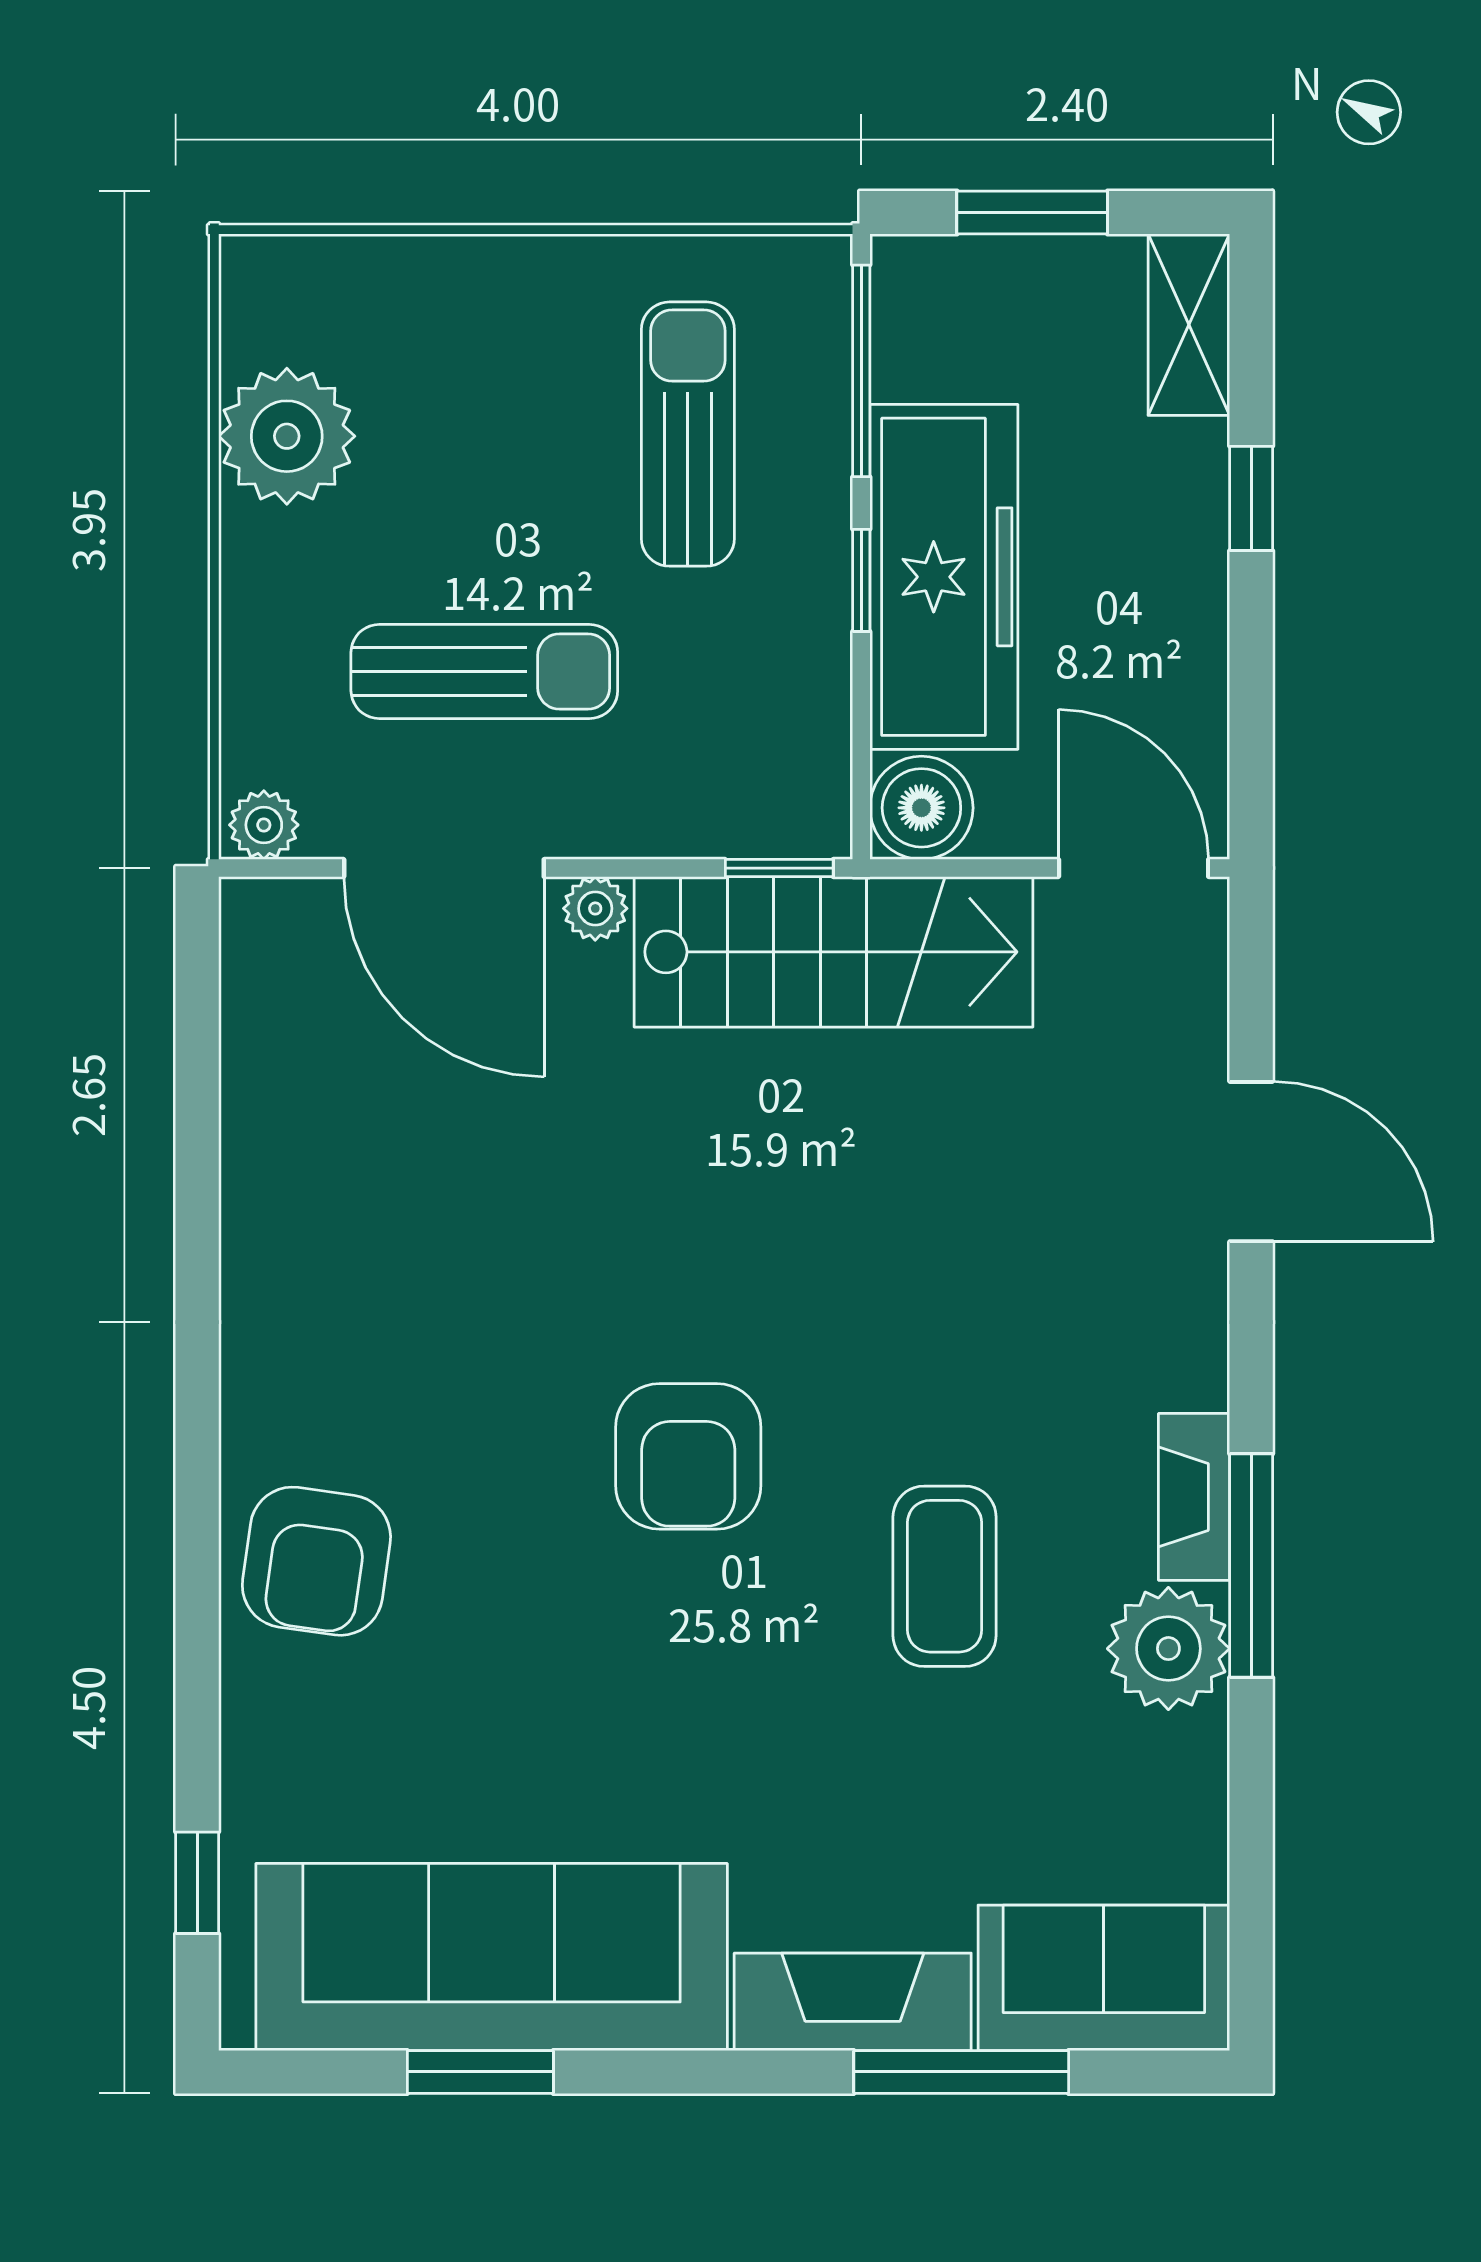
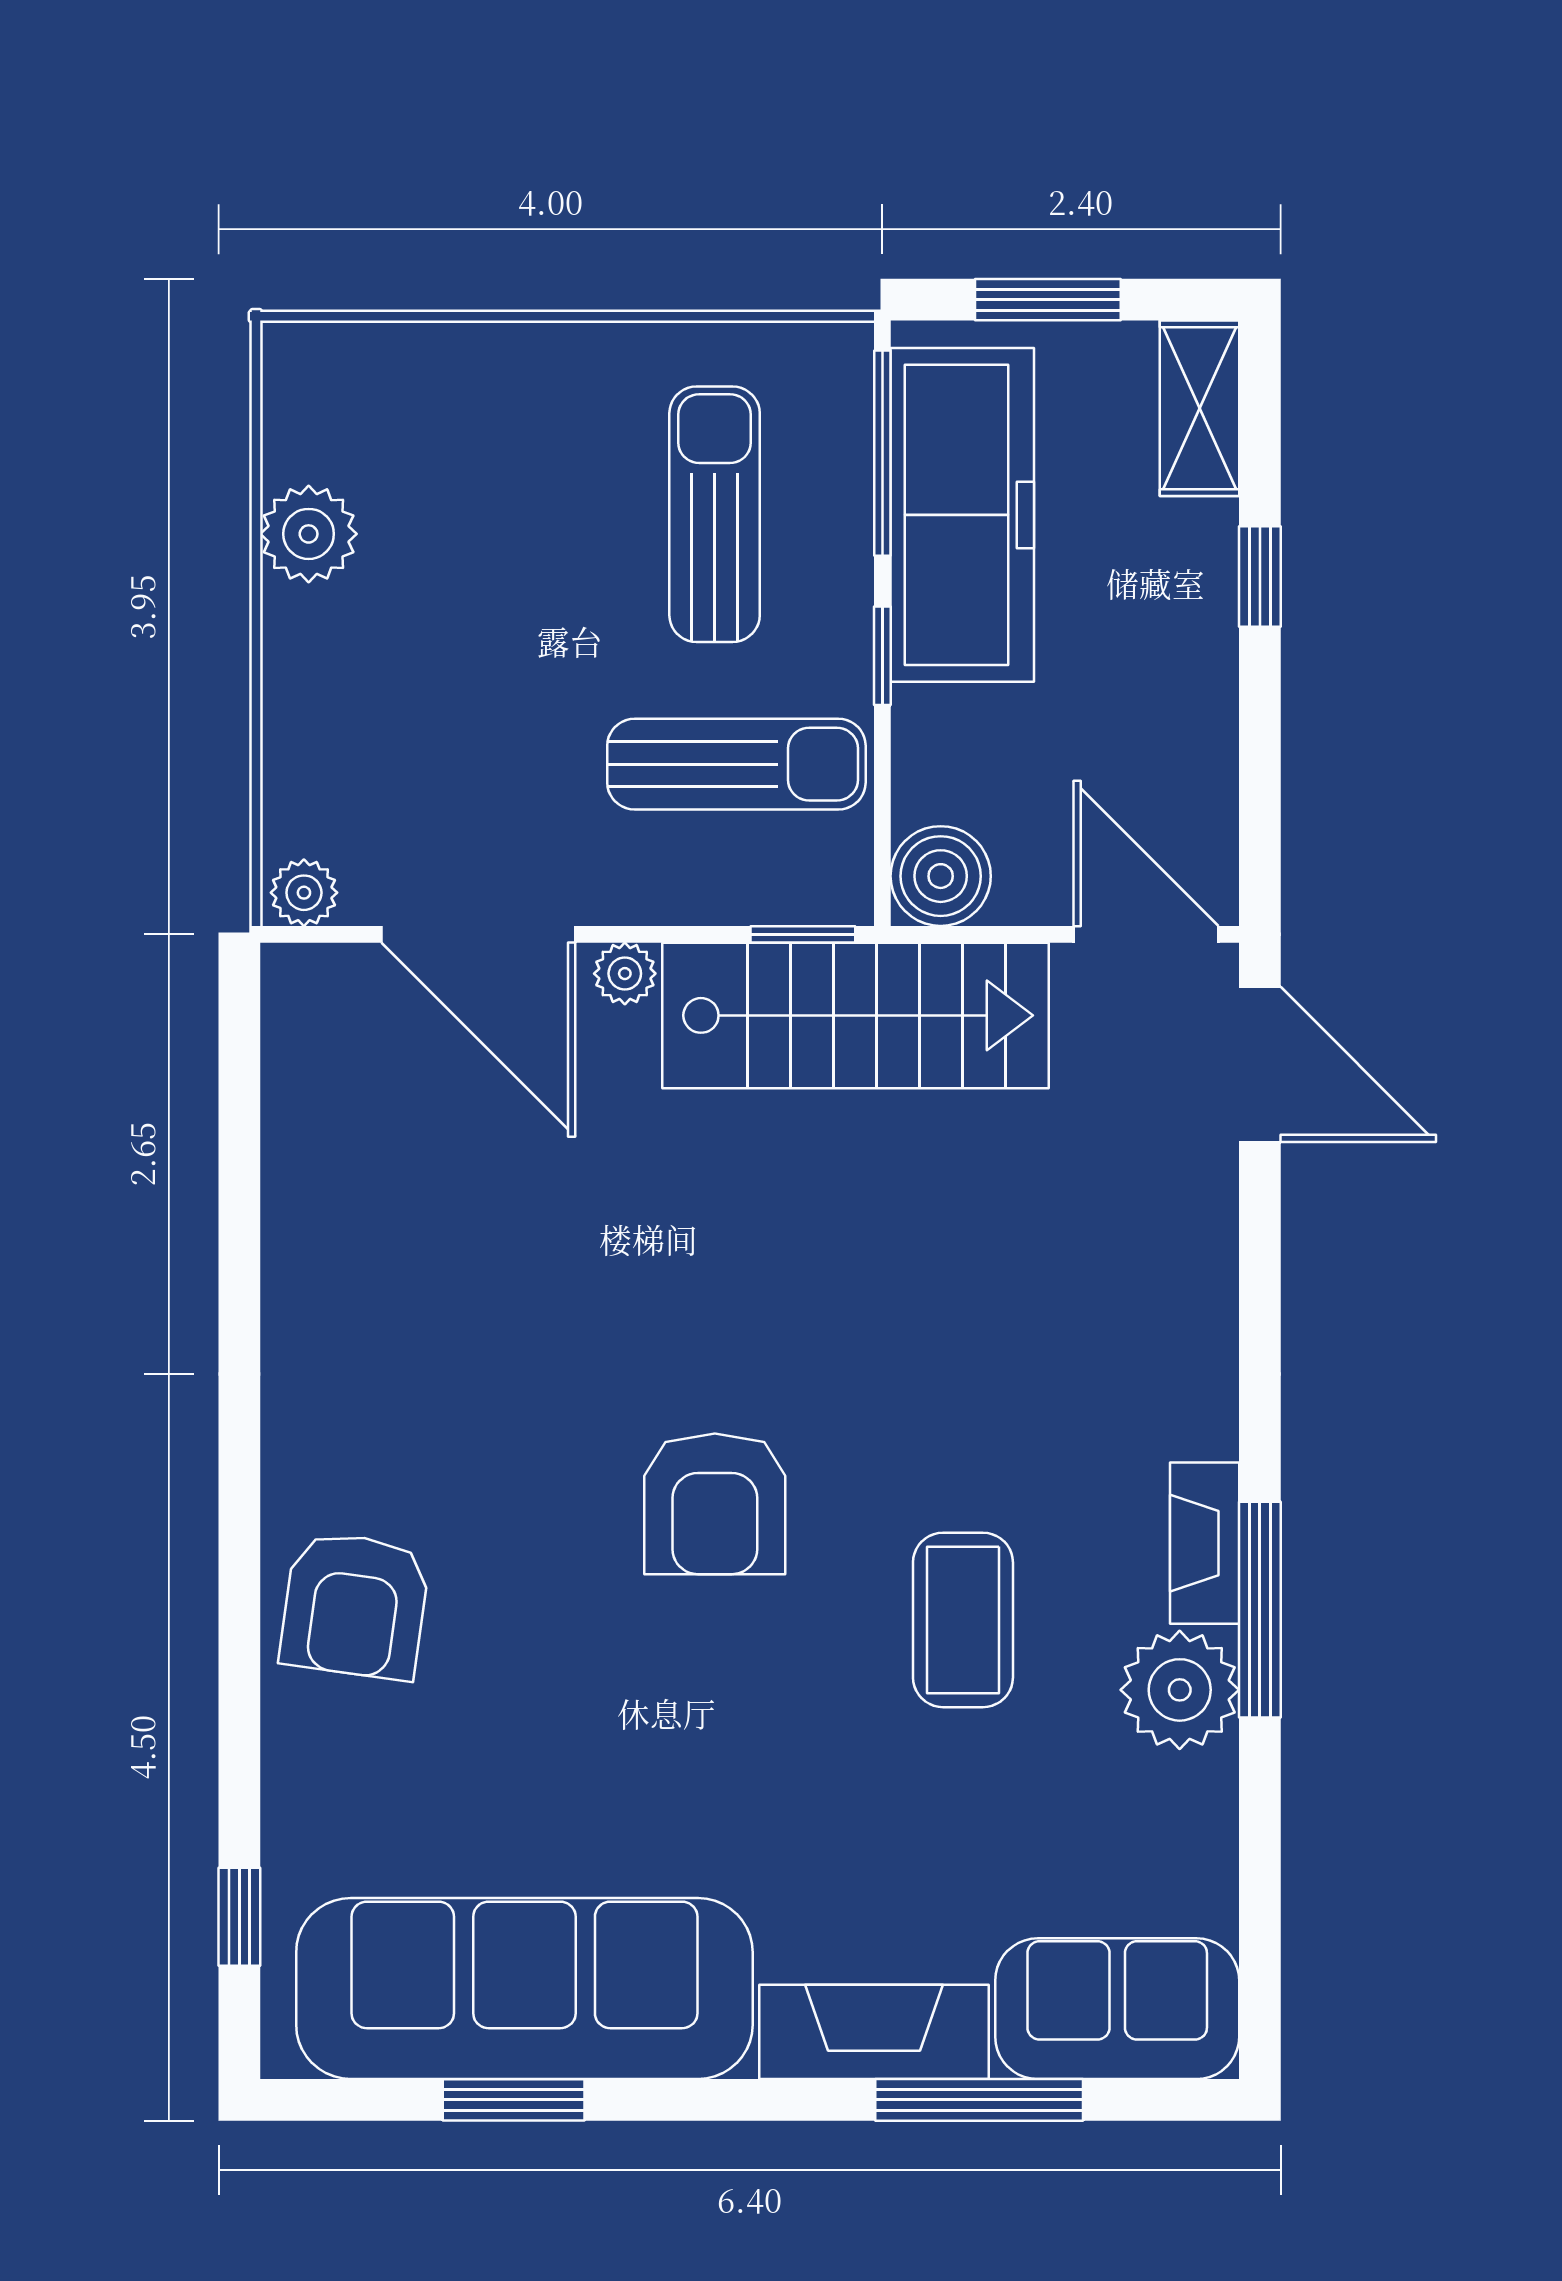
plant: (287, 436) -> (309, 534), width x0.73, depth x0.73
freezer: (944, 577) -> (962, 515), moved
sun lounger: (484, 672) -> (736, 764), moved
door: (1251, 1162) -> (1260, 1064), moved

